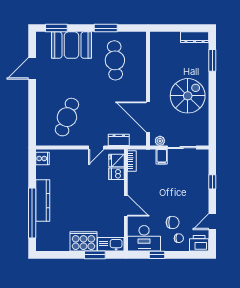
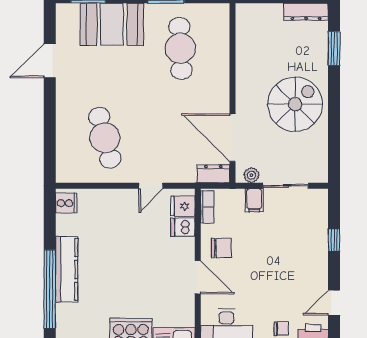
cafe table: (67, 117) -> (105, 138), turned -36
dresser: (119, 140) -> (213, 174), moved
chair: (173, 222) -> (221, 248), moved

